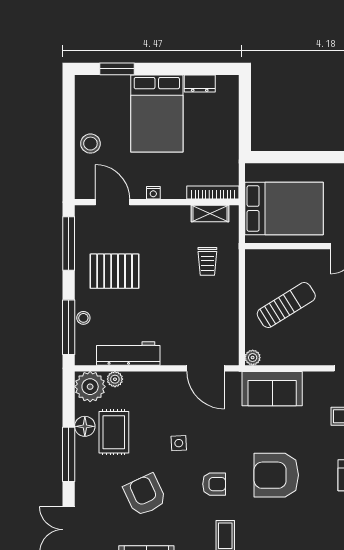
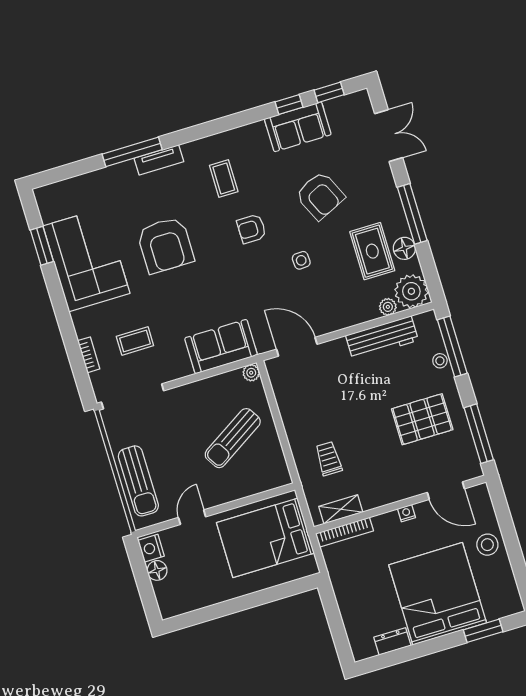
bed: (157, 114) -> (438, 594), width x1.36
armchair: (276, 475) -> (165, 245), moved, turned 90

